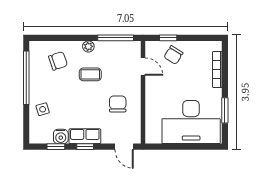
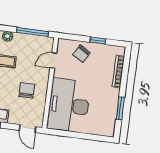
window: (168, 38) -> (98, 41), moved
door: (143, 67) -> (53, 60), swing flipped
desk: (191, 122) -> (69, 105), moved, turned 90

